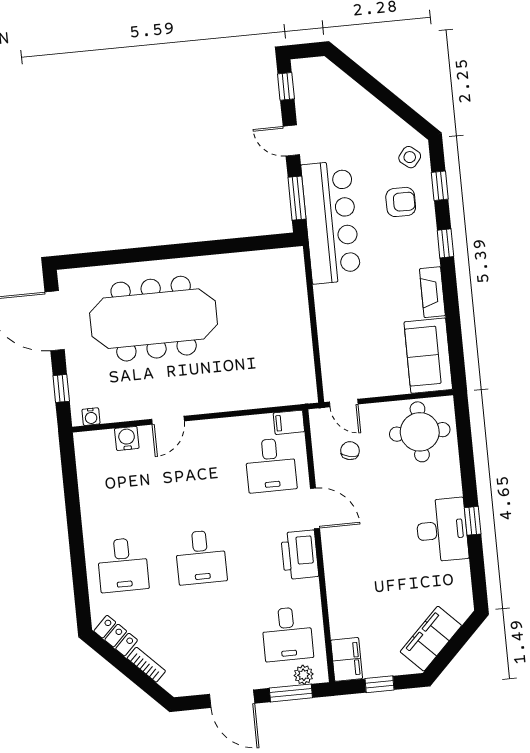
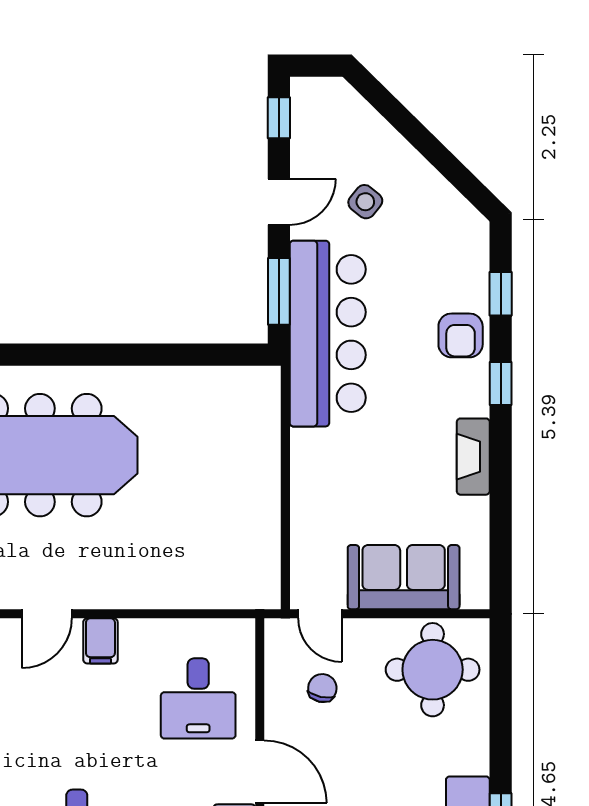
door: (291, 141) -> (279, 202), swing flipped
side table: (410, 157) -> (365, 202), moved
armchair: (401, 202) -> (461, 335), moved, turned 90
sofa: (428, 356) -> (404, 577), moved, turned 90
filing cabinet: (289, 422) -> (100, 641), moved, turned -90

